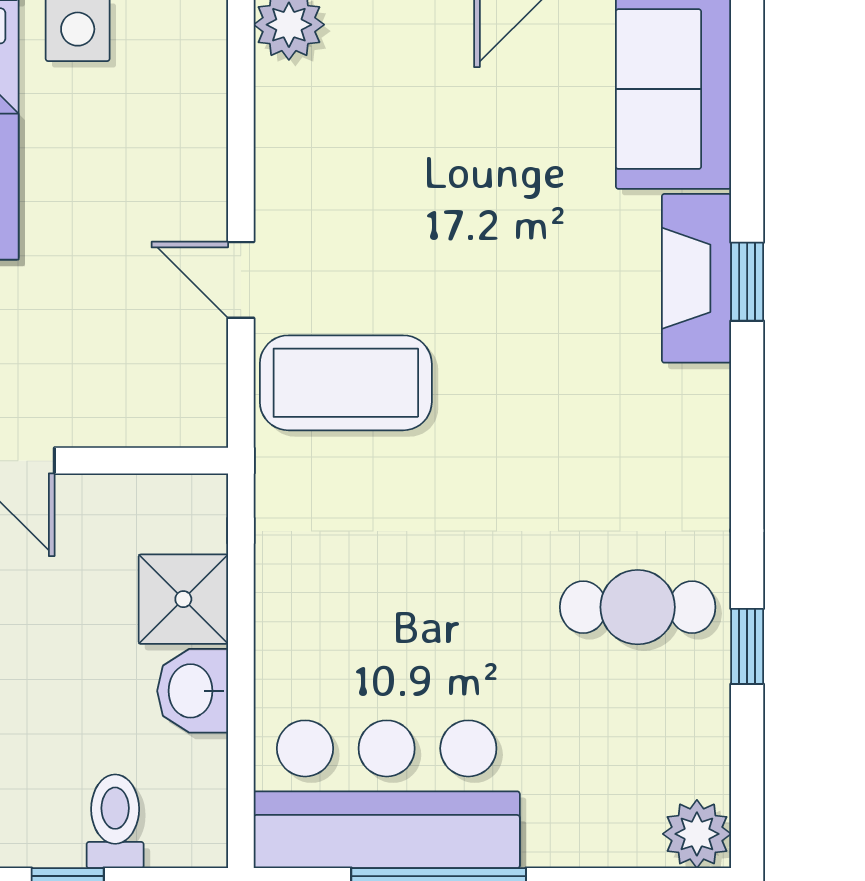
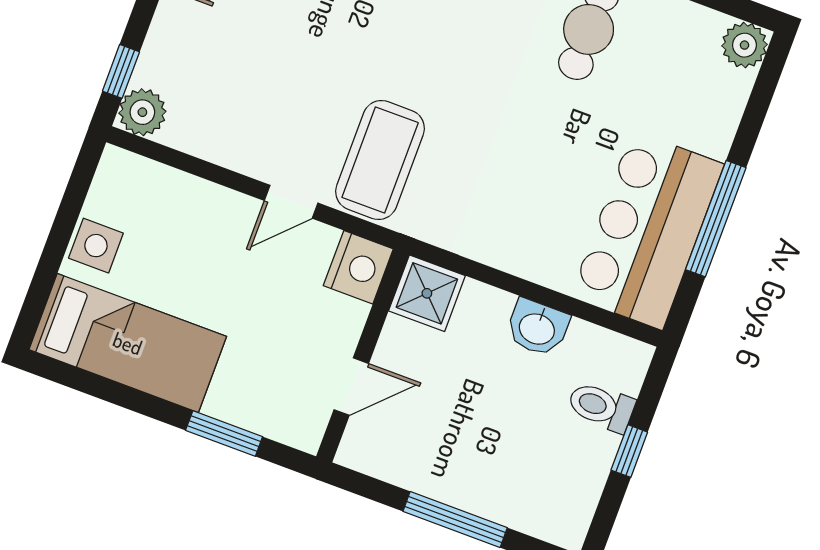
nightstand: (184, 408) -> (358, 267), added
shower: (183, 599) -> (427, 293), moved

